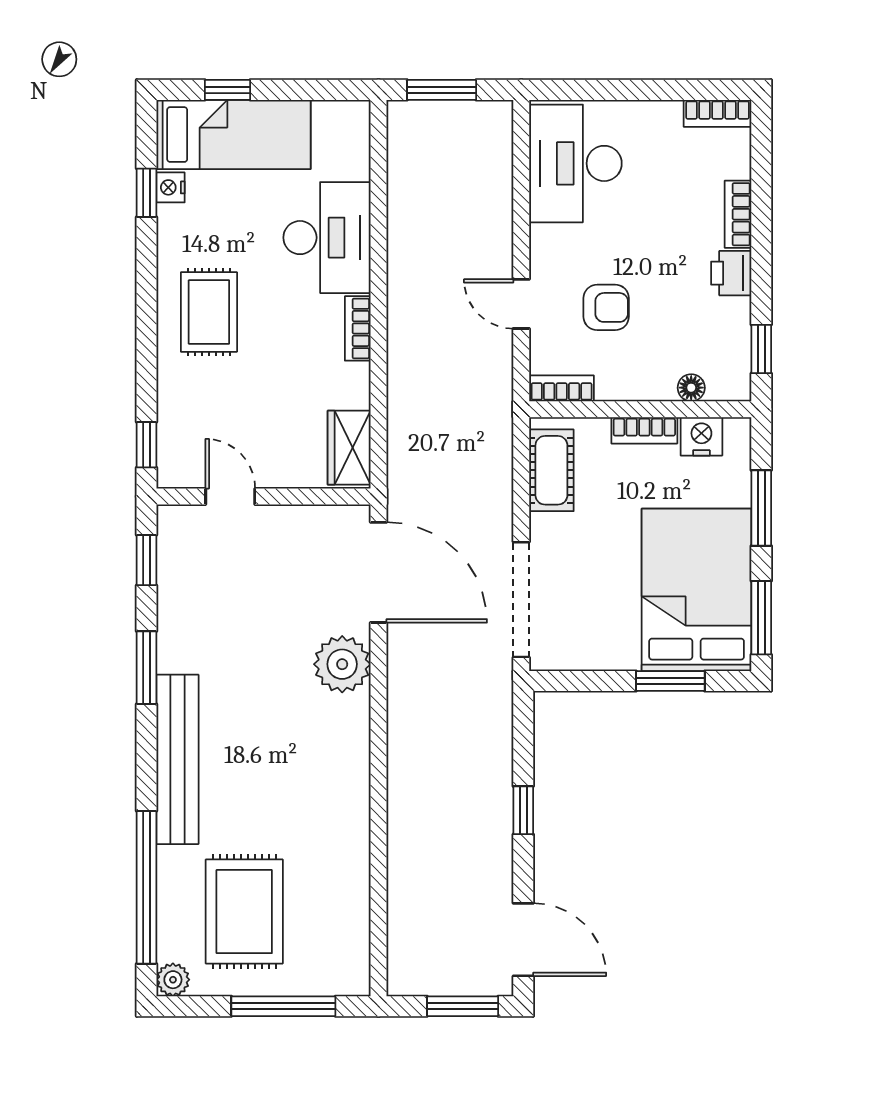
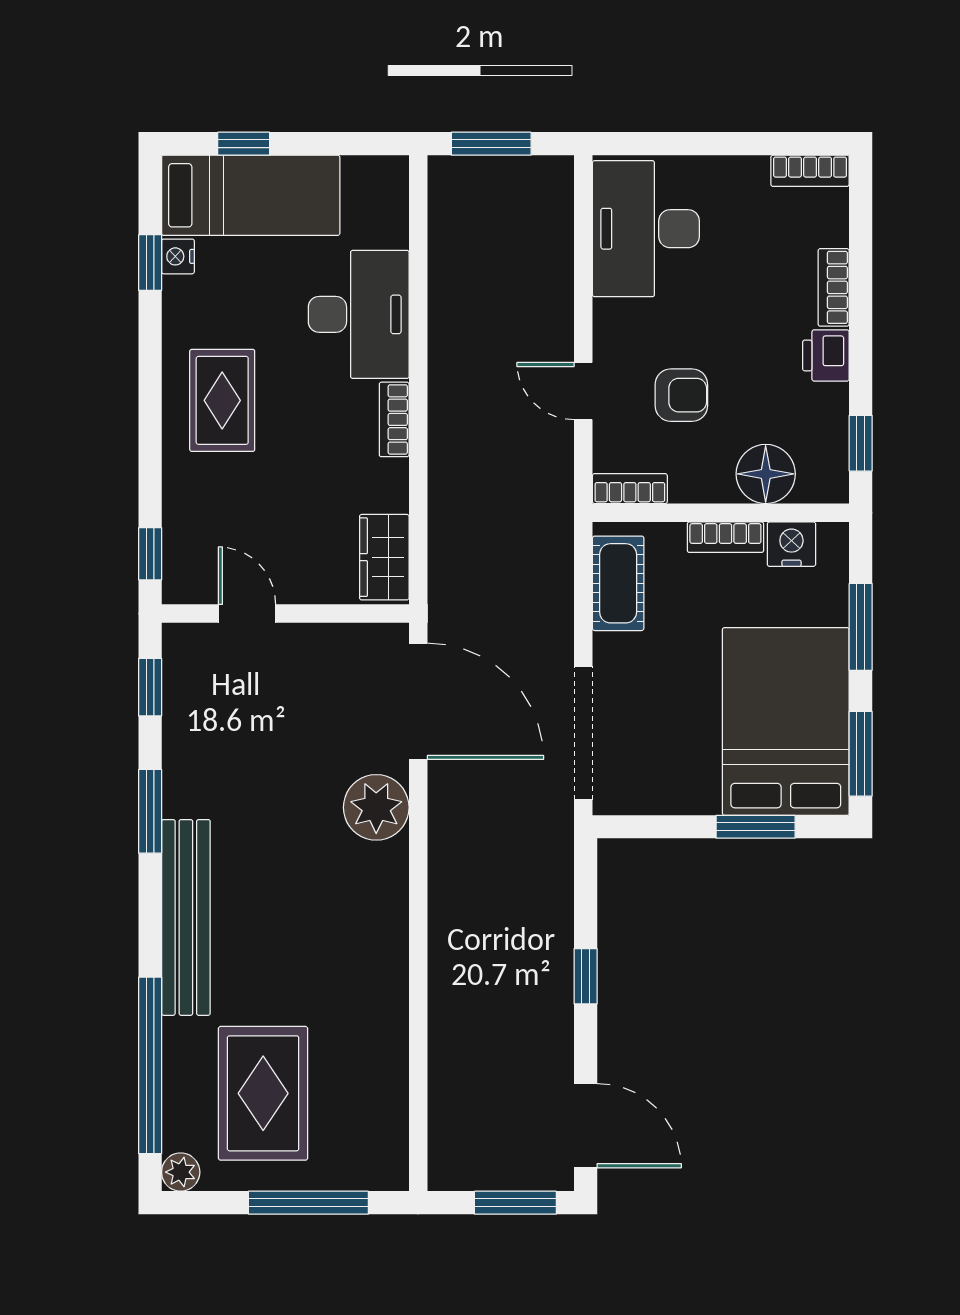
floor lamp: (691, 388) -> (766, 474), width x1.89, depth x1.89

